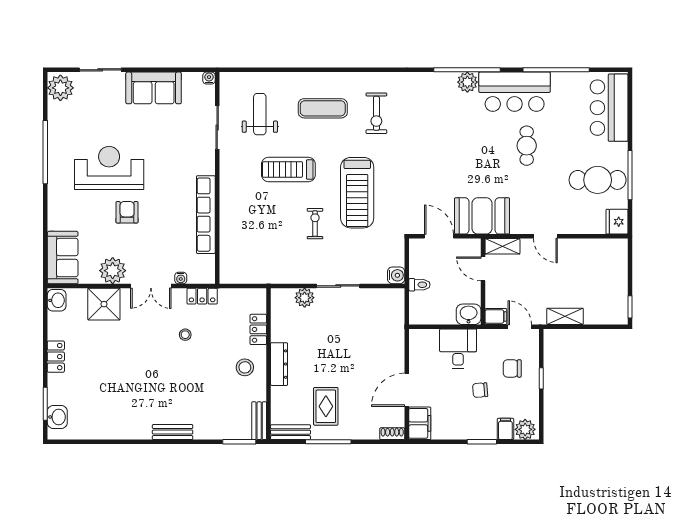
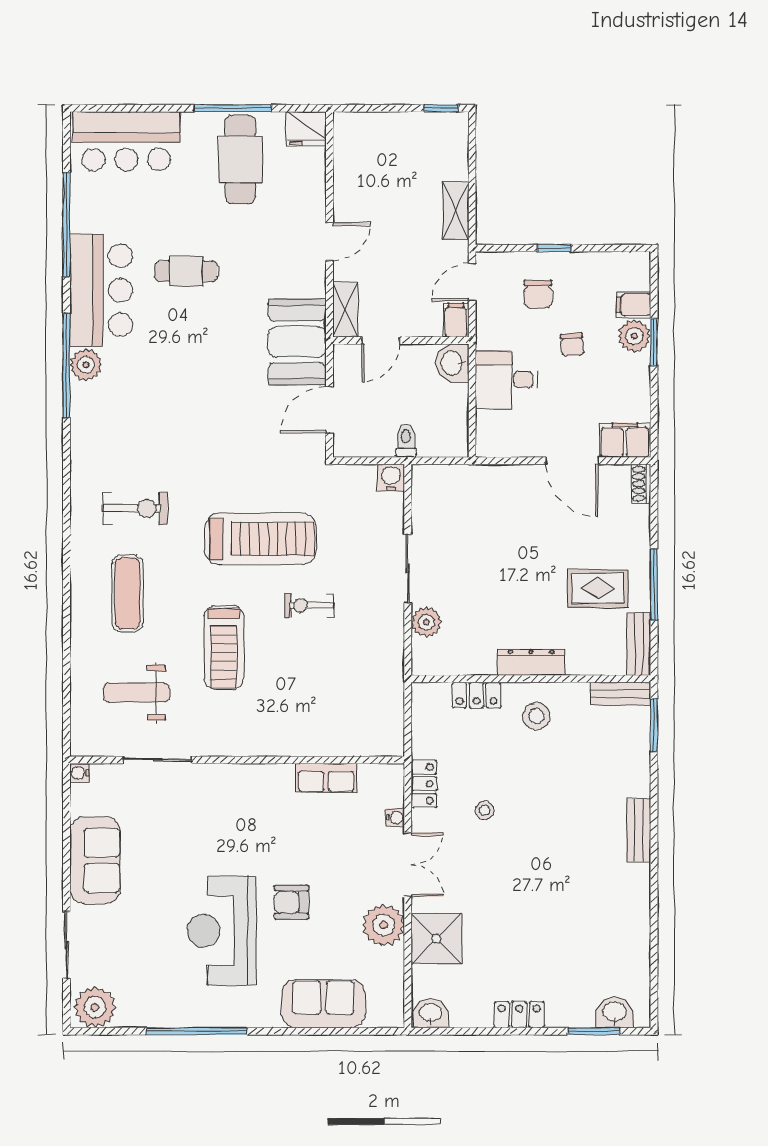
row of seats: (206, 215) -> (326, 778), width x0.50
sofa: (63, 258) -> (323, 1004), moved
plant: (525, 429) -> (634, 336), moved

